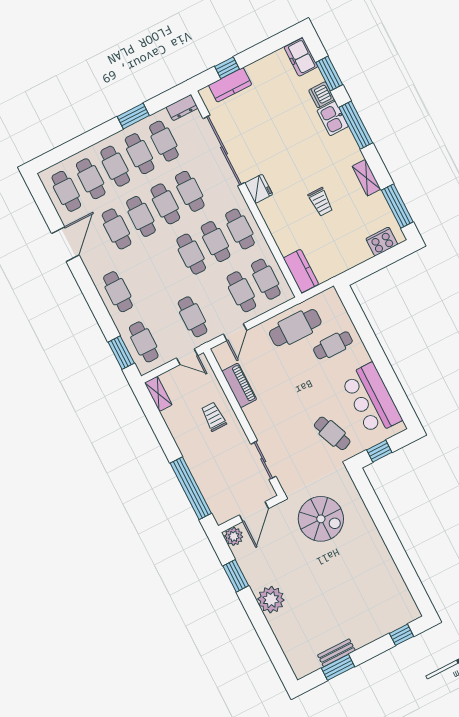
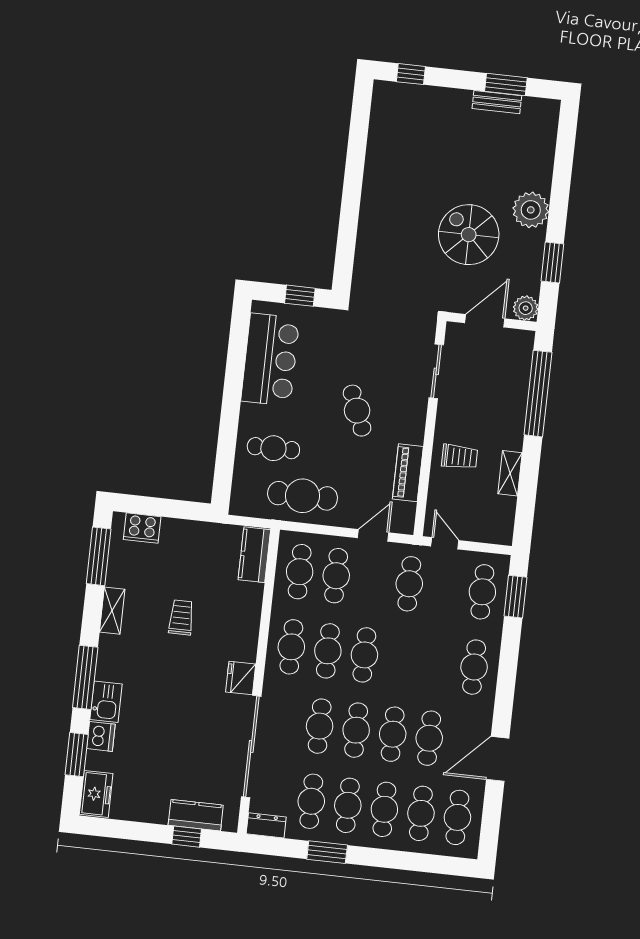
shelving: (158, 394) -> (510, 473), moved
trolley: (214, 417) -> (460, 457), turned -90
cafe table: (332, 433) -> (357, 411), moved
spiral stairs: (321, 519) -> (469, 235), moved

